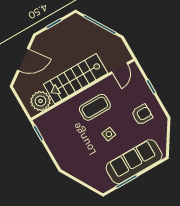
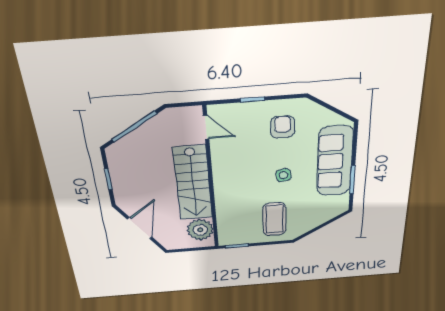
coffee table: (95, 107) -> (274, 219), moved

